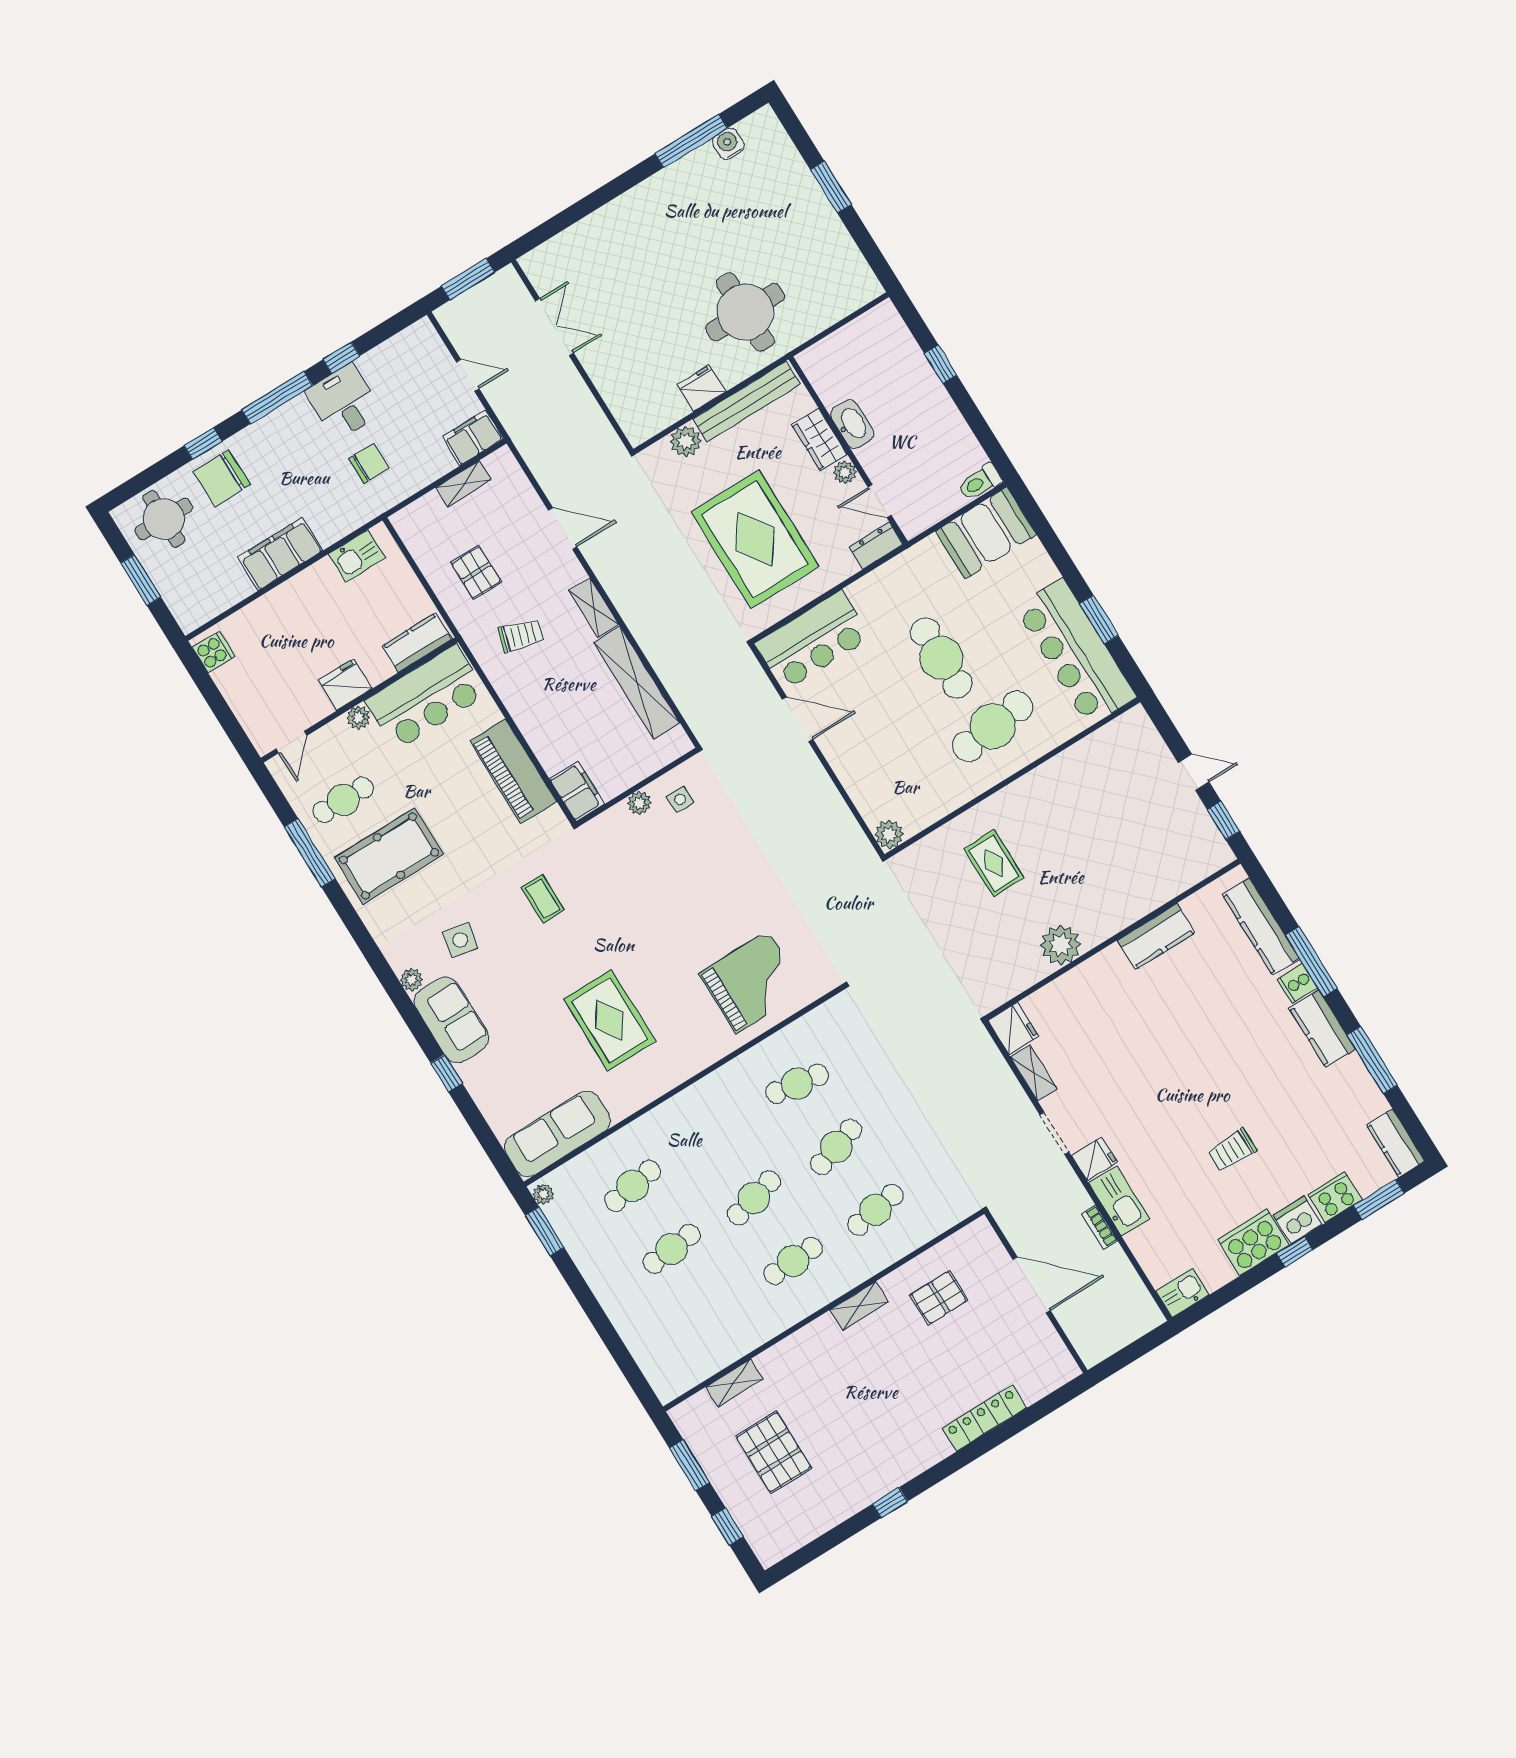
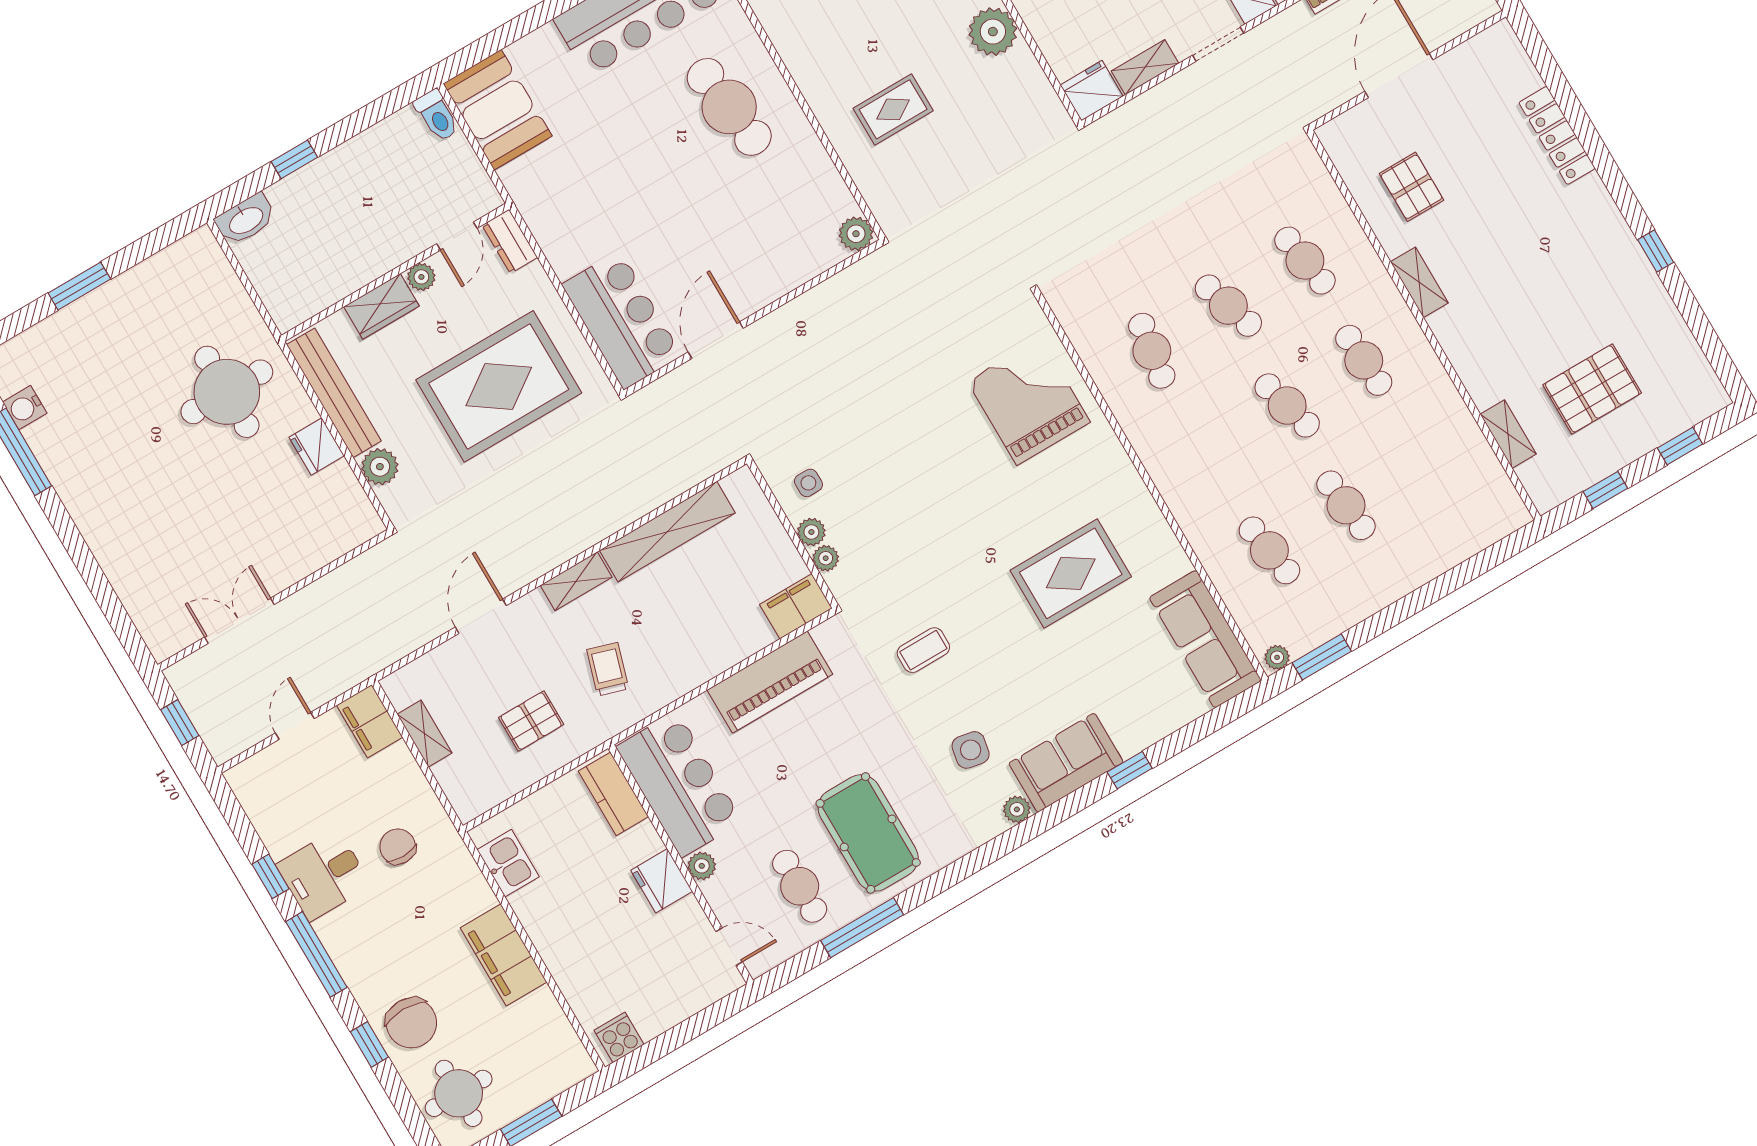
window: (468, 279) -> (180, 723), width x0.67
washbasin: (852, 424) -> (246, 220), moved, turned 180
cafe table: (941, 658) -> (646, 167), removed
plant: (618, 815) -> (826, 558), added
window: (689, 1465) -> (1605, 490), width x0.67

